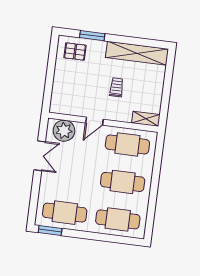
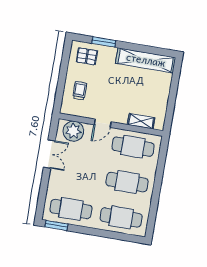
trolley: (117, 87) -> (80, 91), moved
shelving: (146, 119) -> (141, 121), moved

